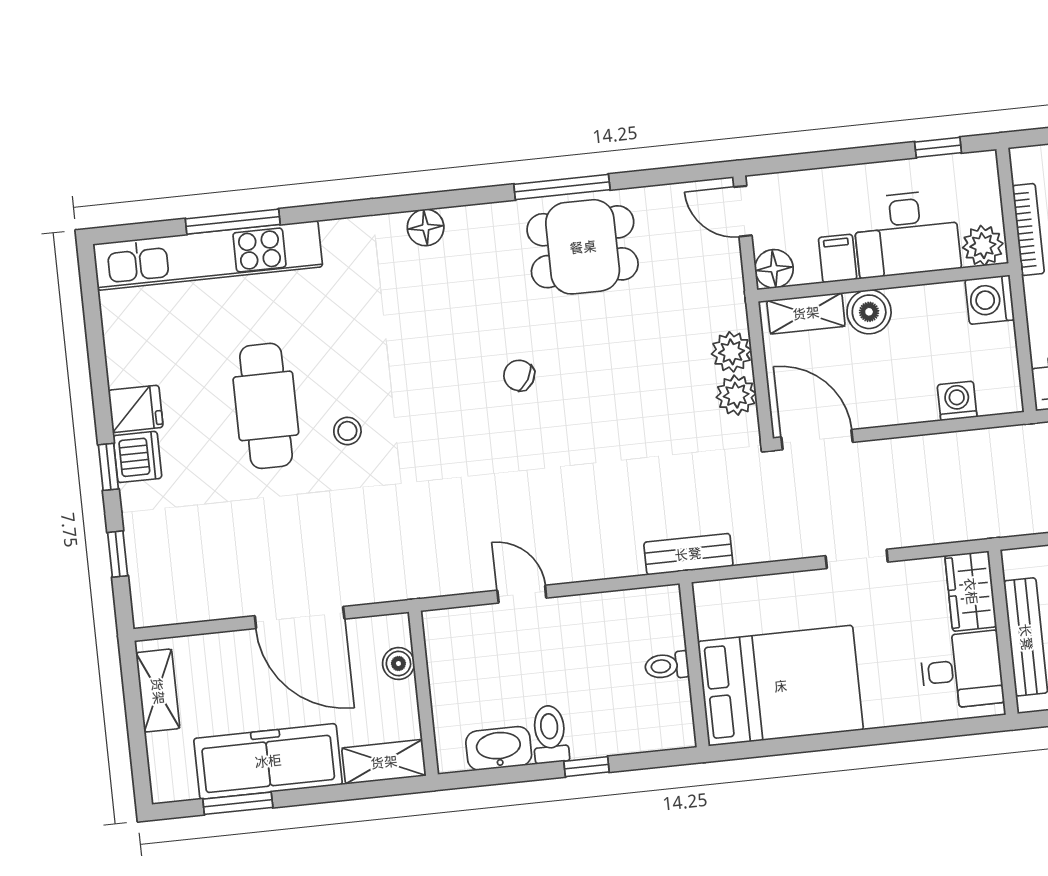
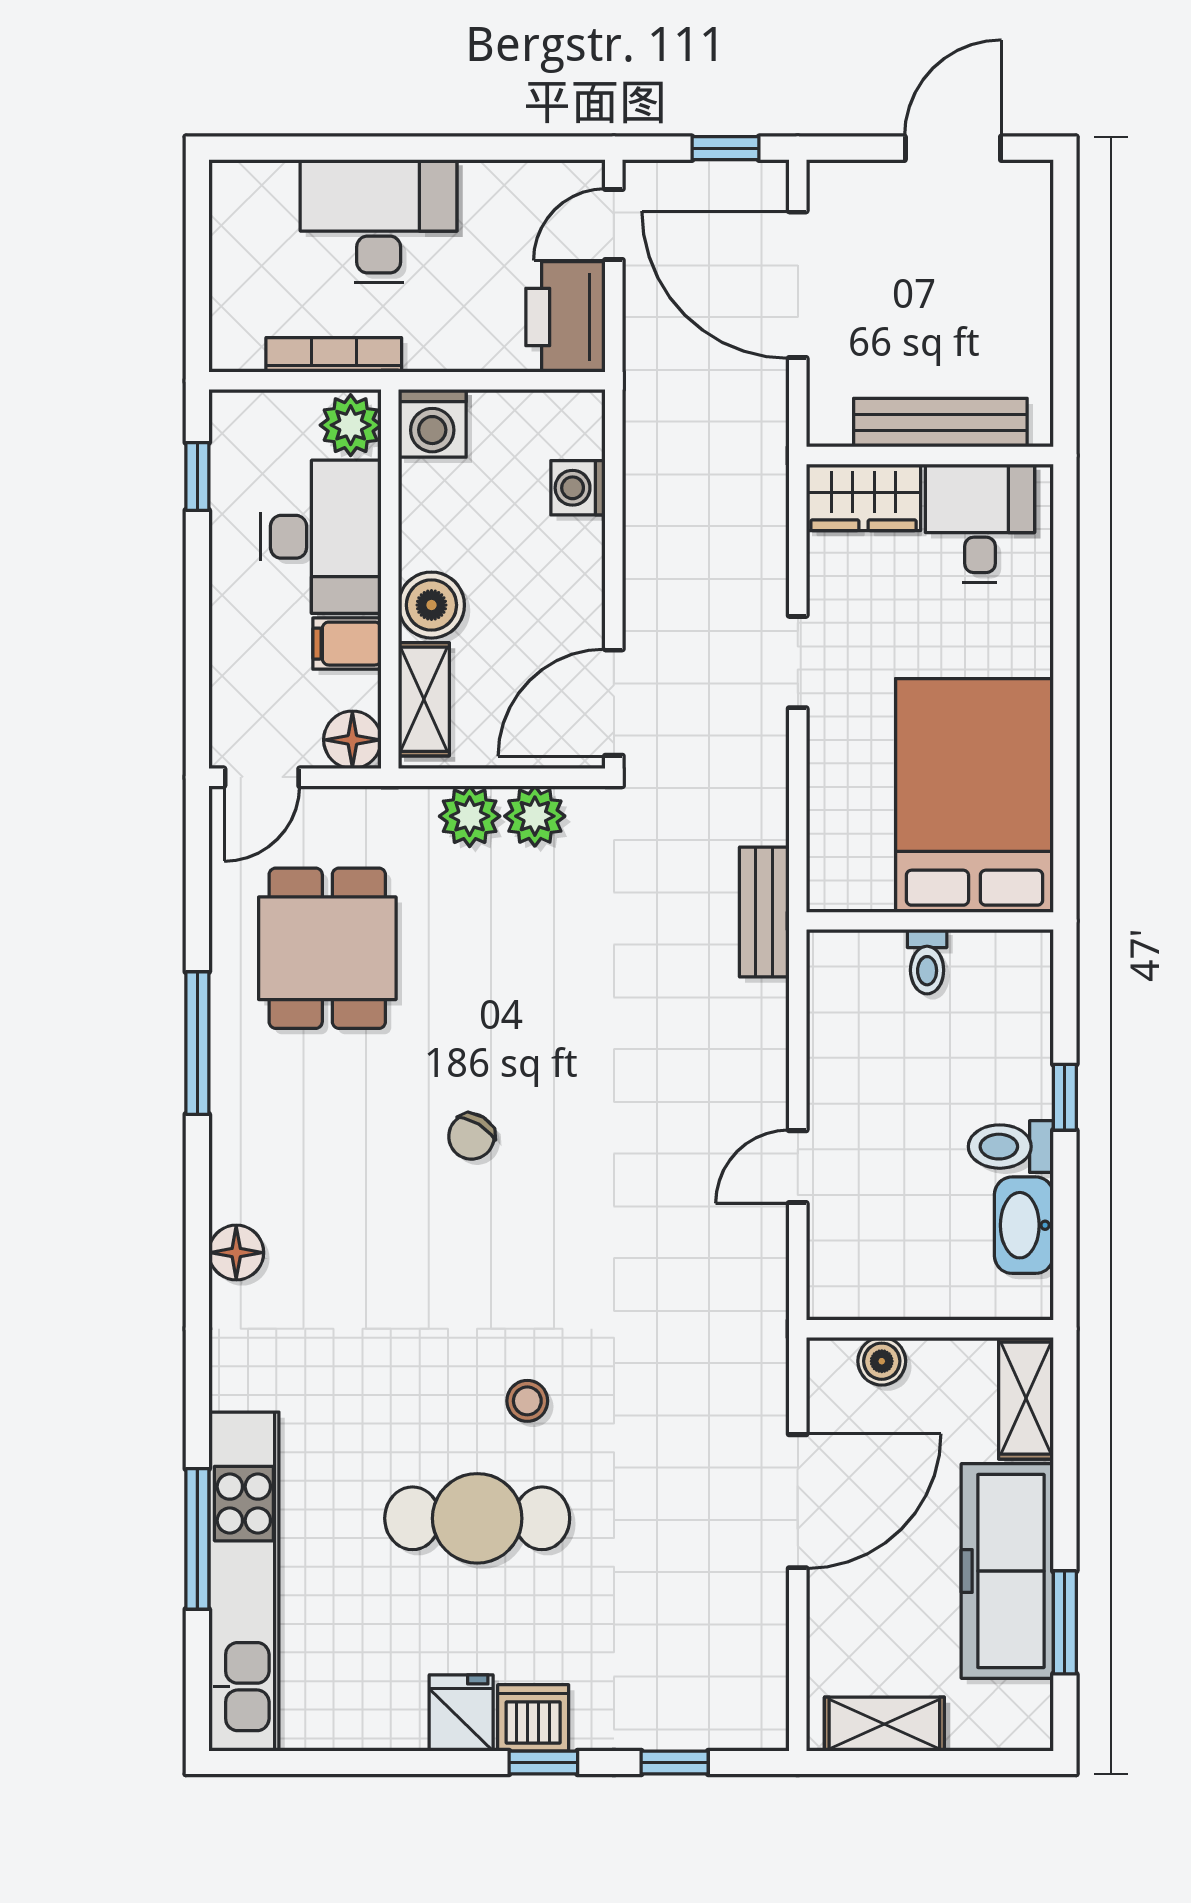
dining table: (583, 247) -> (327, 948), moved

